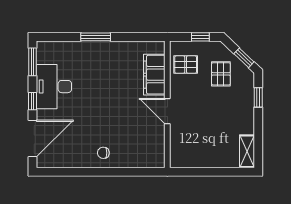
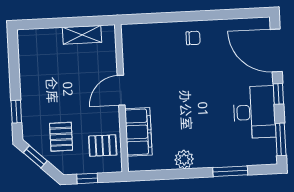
window: (96, 37) -> (230, 171), moved
plant: (116, 49) -> (184, 159), added
door: (167, 111) -> (121, 90), swing flipped
door: (33, 138) -> (276, 51), hinge flipped
shelving: (247, 151) -> (82, 35), moved, turned 90

